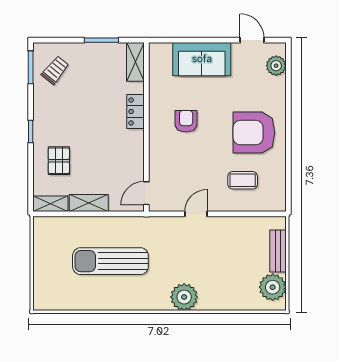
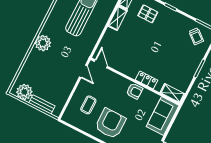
shelving: (135, 62) -> (173, 93), moved
locker: (135, 111) -> (147, 80), moved
wall: (146, 127) -> (135, 82), moved
door: (146, 193) -> (101, 64), moved

